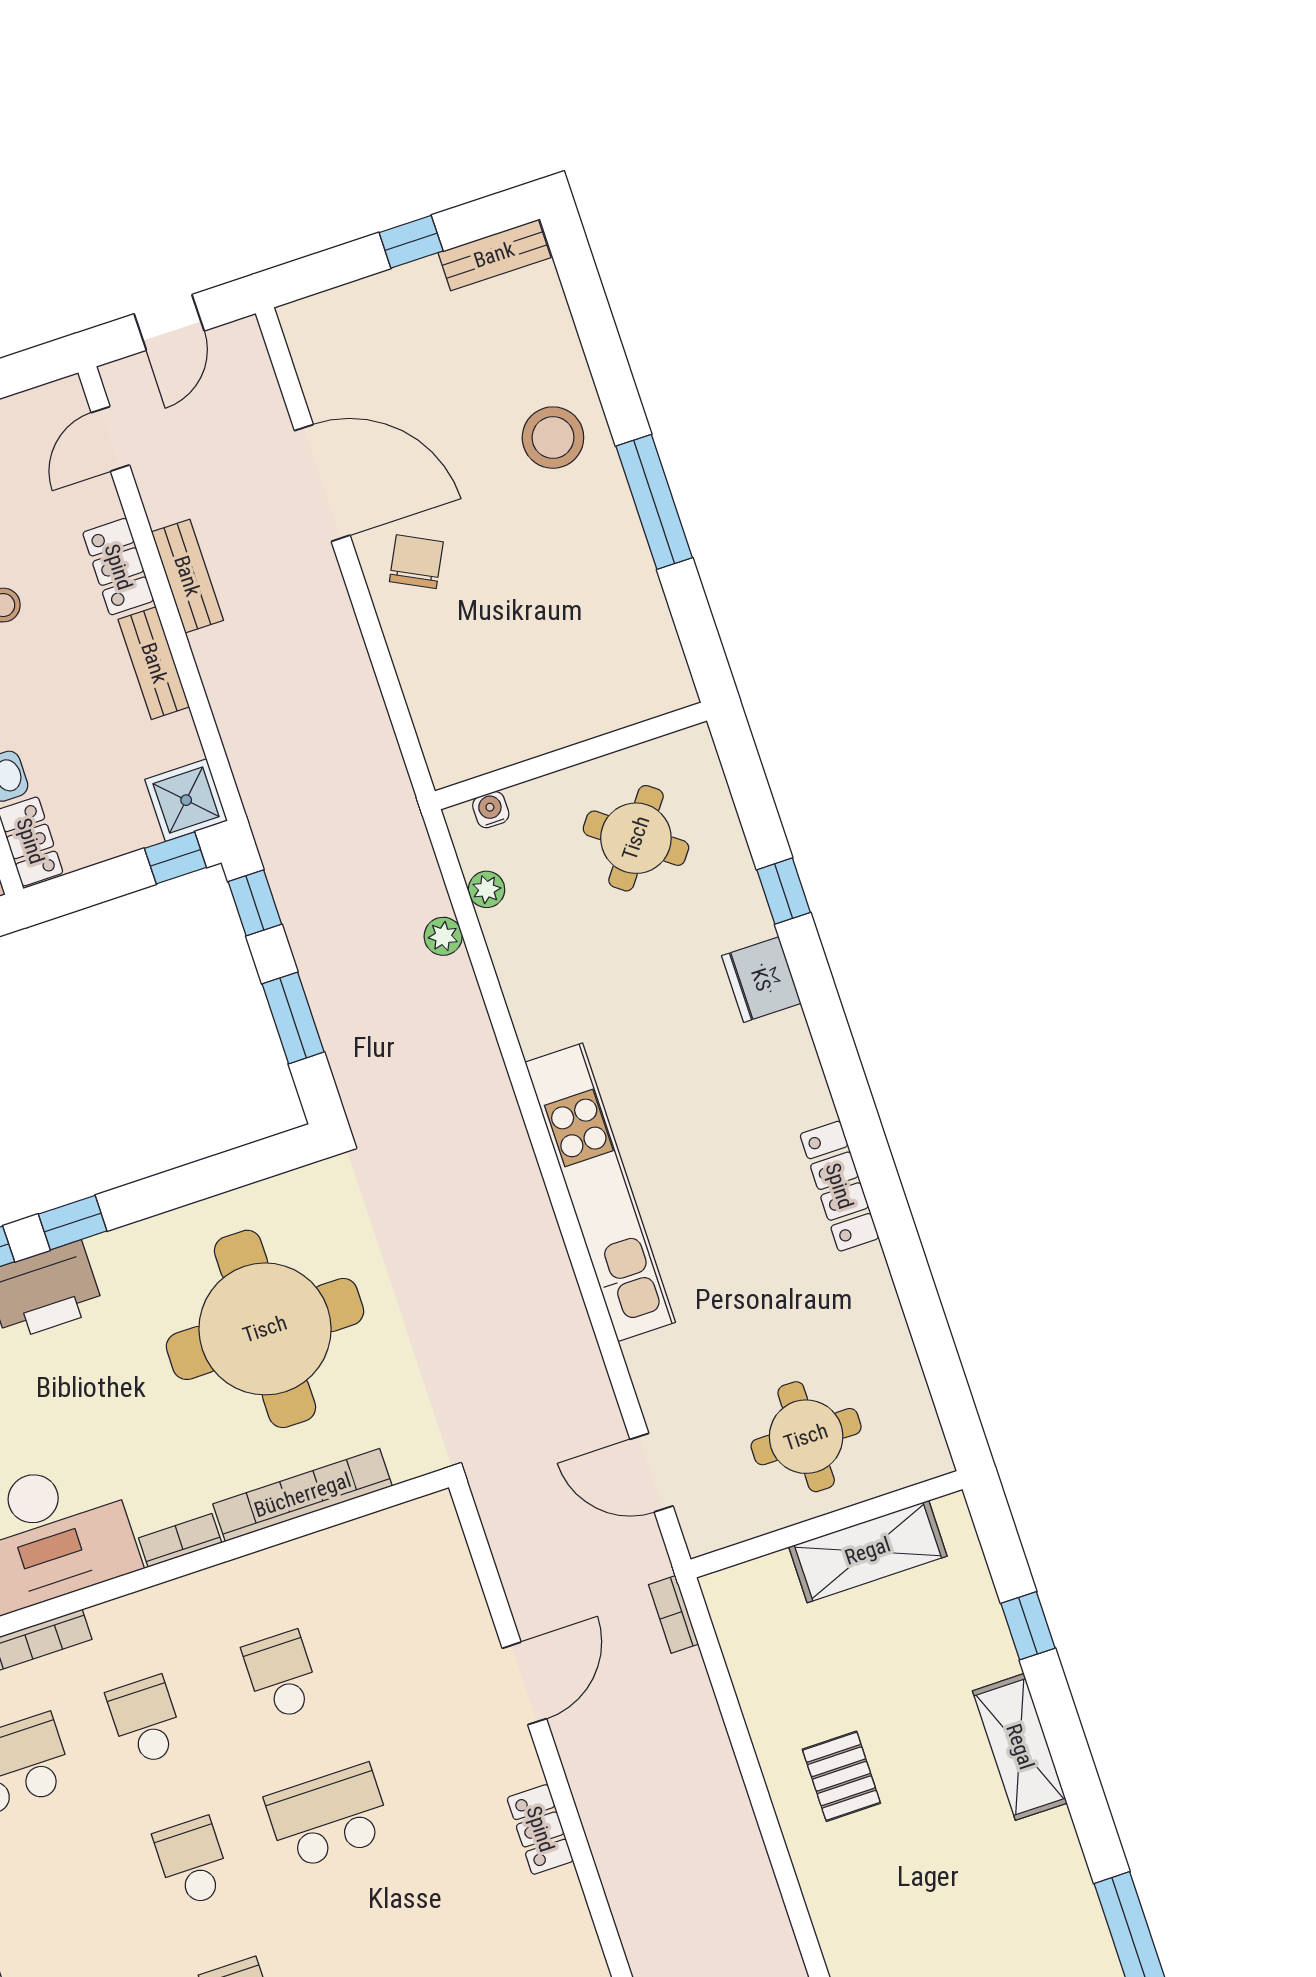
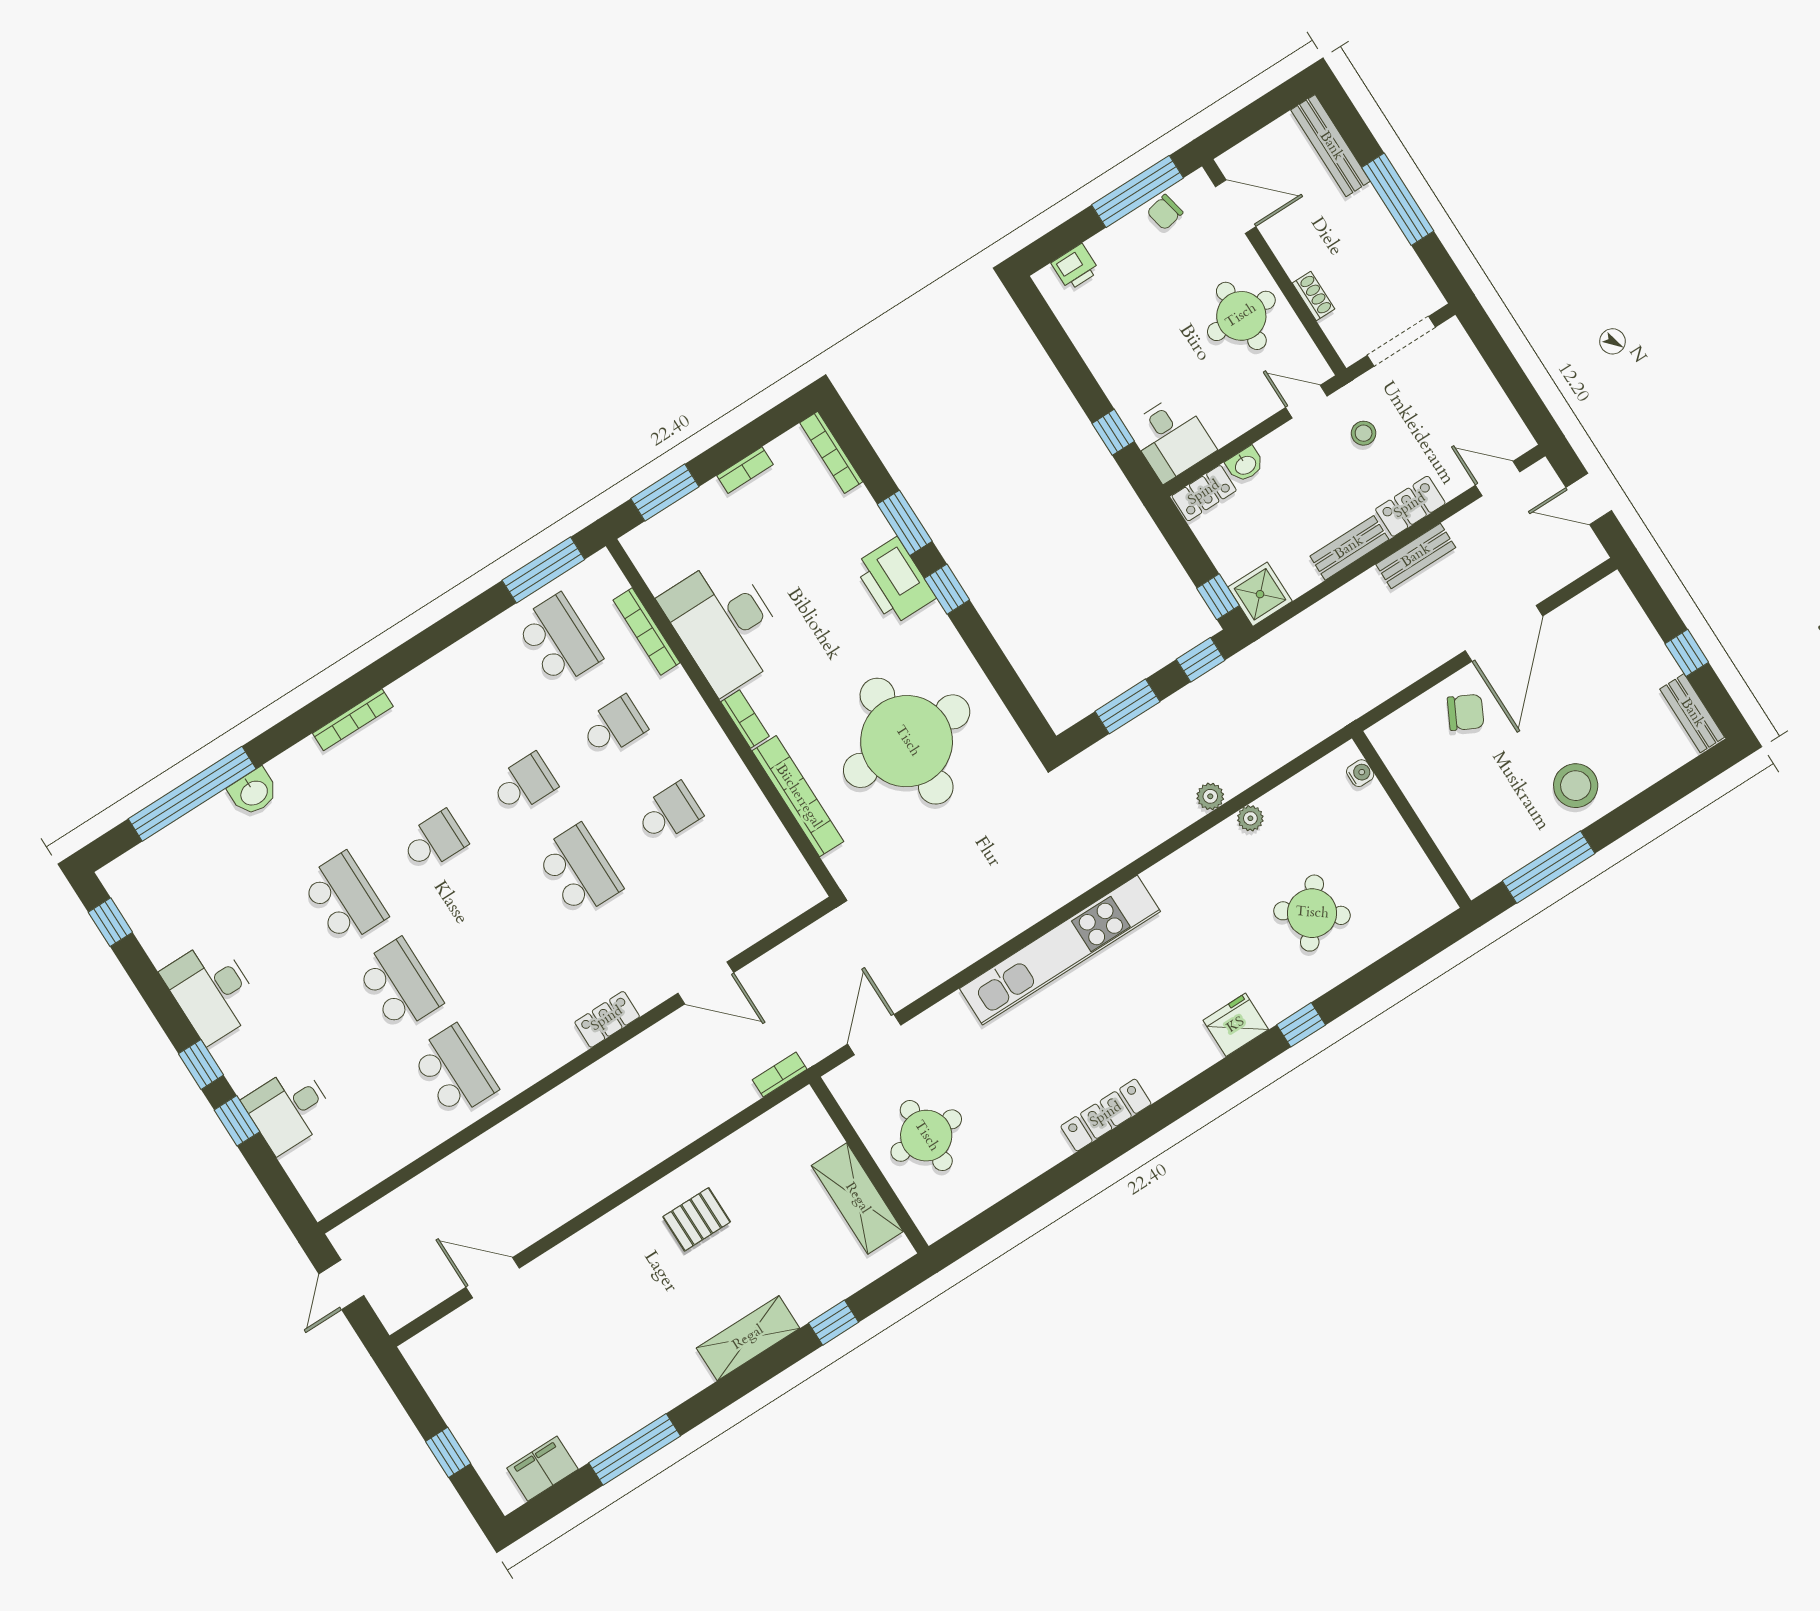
wall: (571, 756) -> (1411, 819), moved
water cooler: (491, 810) -> (1360, 773), moved

